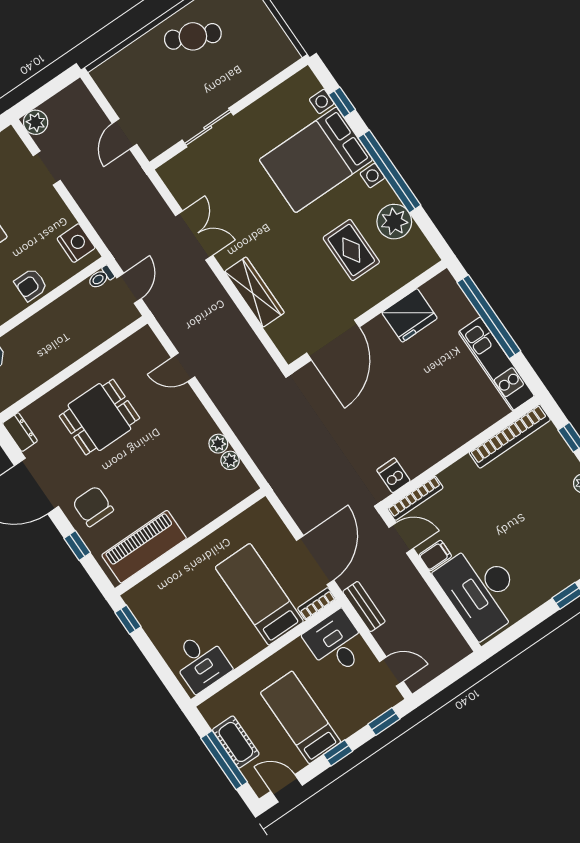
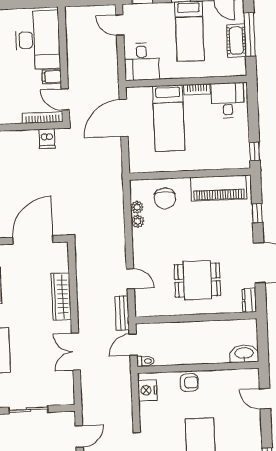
chair: (93, 506) -> (165, 198), moved
bookcase: (317, 604) -> (197, 89), moved
bench: (364, 607) -> (122, 313), moved

